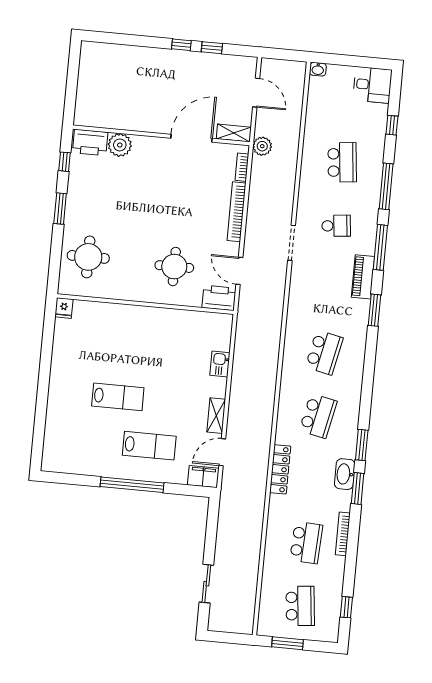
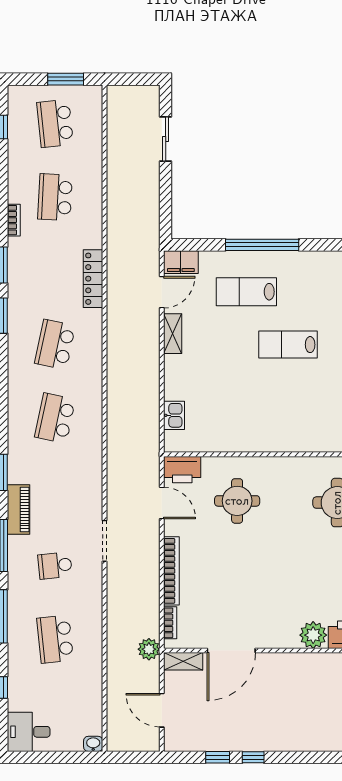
kitchen sink: (220, 364) -> (174, 415), moved
washbasin: (345, 474) -> (18, 280), removed
bookcase: (343, 534) -> (14, 220), width x0.64

